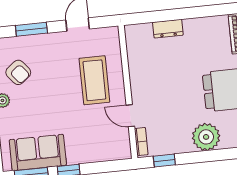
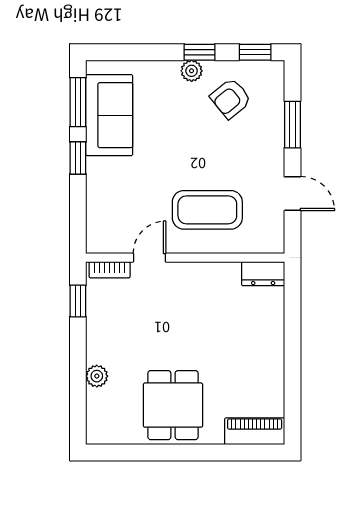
dresser: (168, 29) -> (263, 274), moved, turned -90
plant: (206, 137) -> (97, 376), width x0.53, depth x0.53

